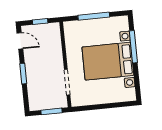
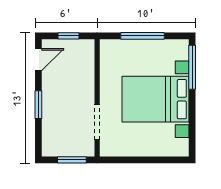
door: (20, 41) -> (38, 60), hinge flipped
window: (133, 47) -> (192, 67), moved

